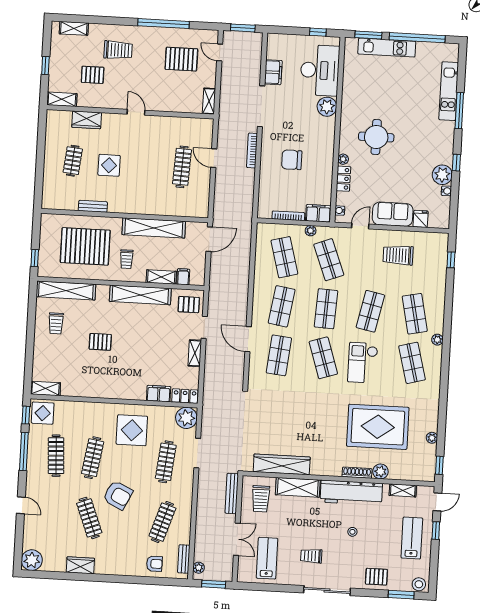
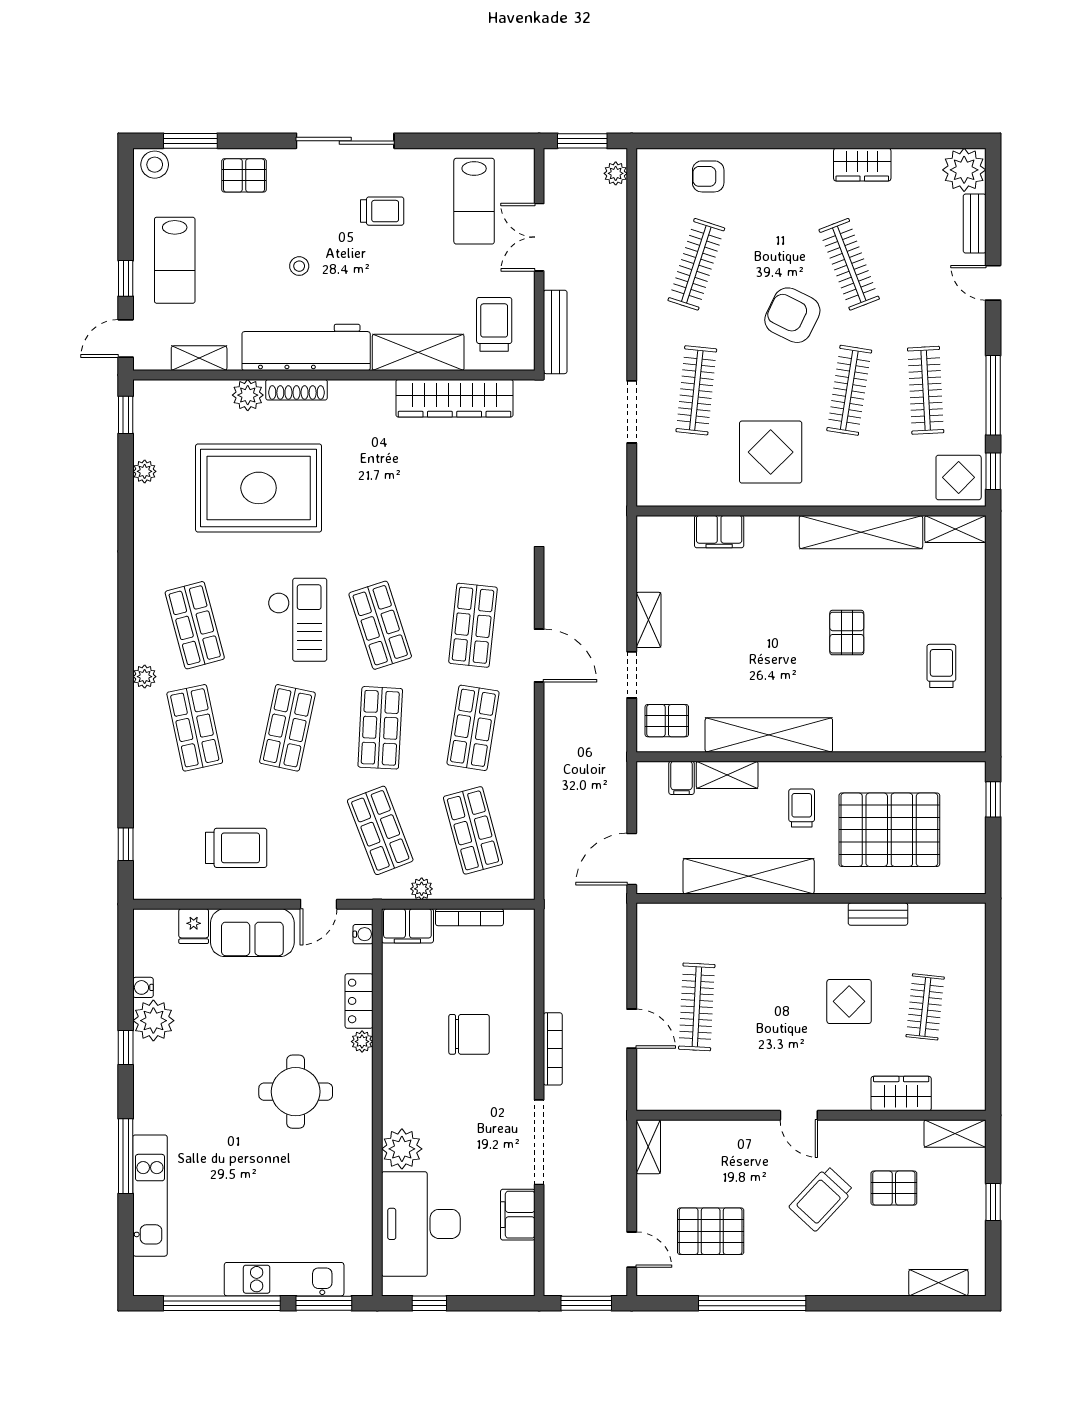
trolley: (118, 50) -> (821, 1199), moved, turned -47
shelving: (66, 290) -> (861, 532), moved
pallet: (100, 342) -> (847, 633), turned 90
locker: (185, 396) -> (664, 529), removed
plant: (186, 418) -> (658, 484), removed
bench: (184, 559) -> (975, 224), moved

